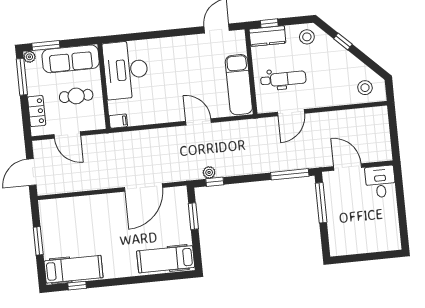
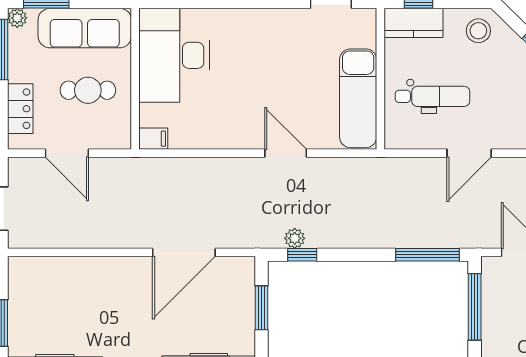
door: (291, 113) -> (469, 153), moved

